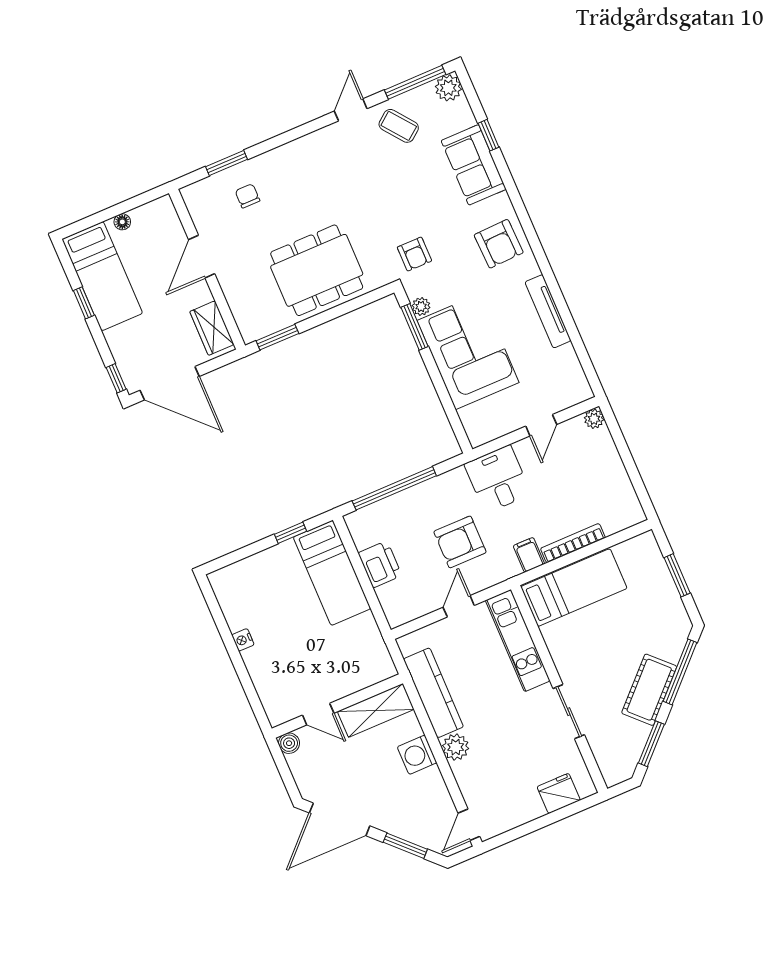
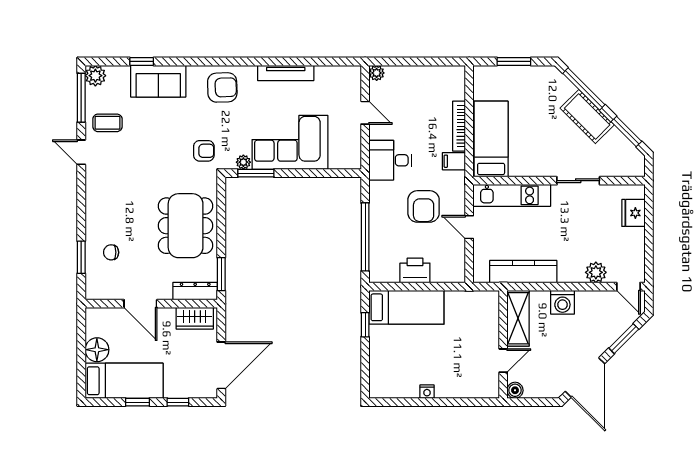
coffee table: (399, 126) -> (107, 123), turned 38
floor lamp: (122, 222) -> (97, 350), width x1.89, depth x1.89
dresser: (244, 315) -> (195, 291), added
window: (116, 378) -> (178, 402), moved
plant: (456, 747) -> (596, 272), moved

